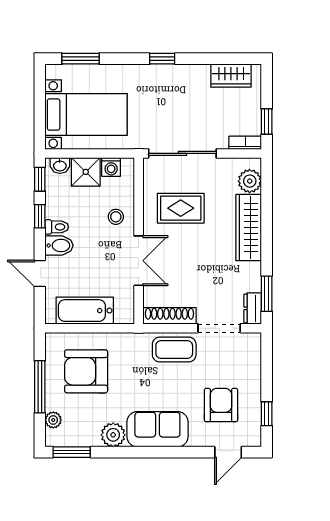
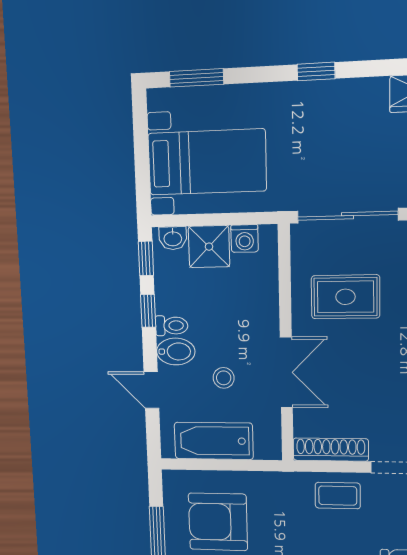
stool: (116, 217) -> (224, 378), moved
coffee table: (174, 349) -> (338, 496), width x0.73, depth x0.77

